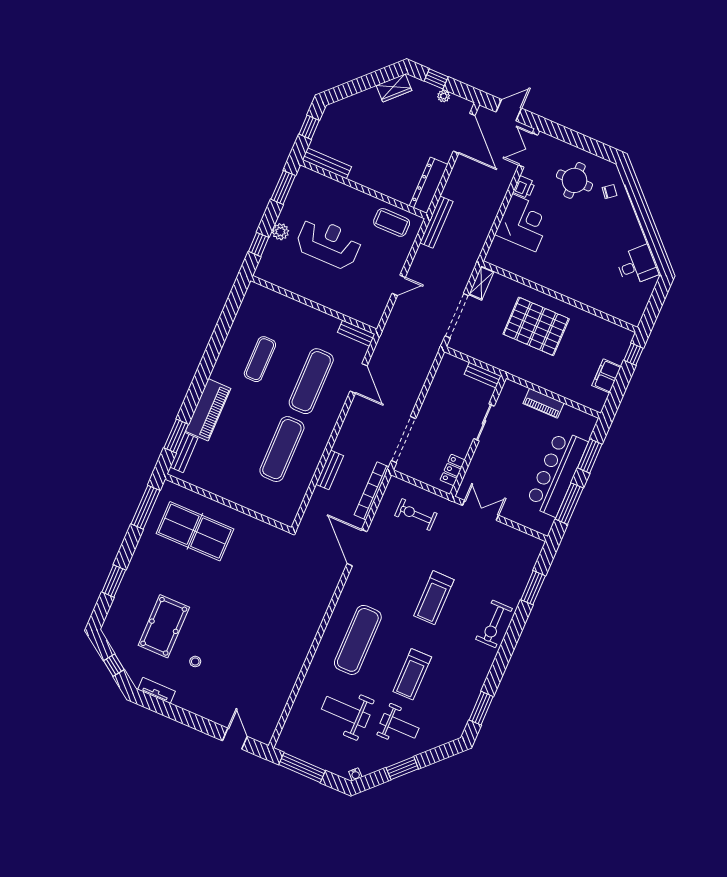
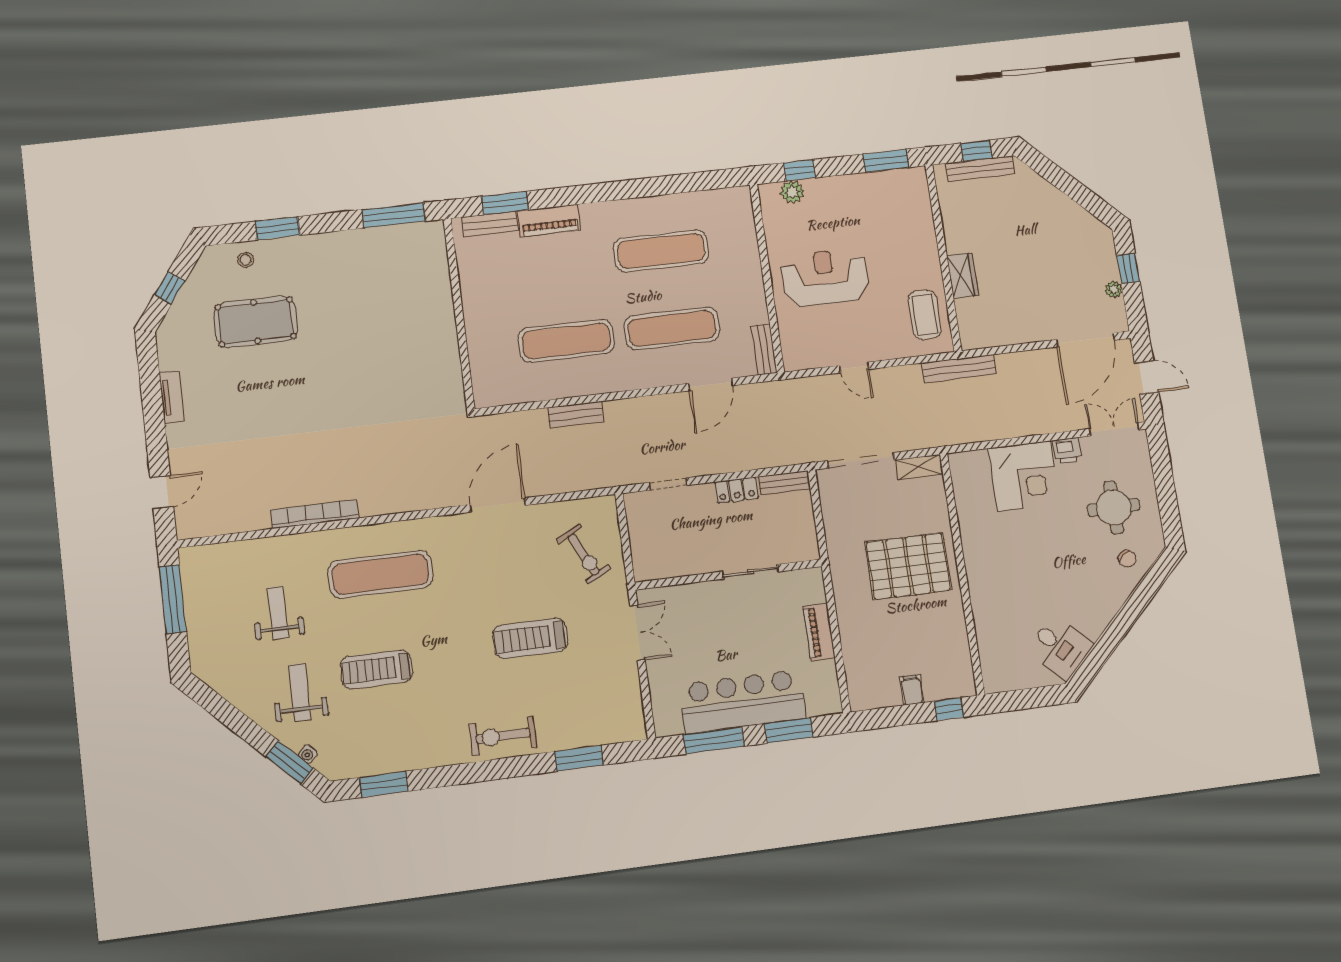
wardrobe: (394, 88) -> (962, 276), moved, turned -135
bench: (327, 163) -> (980, 169), moved, turned 90
dresser: (429, 185) -> (997, 333), removed
plant: (280, 232) -> (792, 192), moved
reception desk: (329, 243) -> (825, 277), moved, turned -90
pallet: (536, 326) -> (908, 566), turned 90
exercise mat: (260, 359) -> (661, 251), width x1.36, depth x1.45
bench: (483, 375) -> (785, 483), moved, turned 90
filing cabinet: (606, 376) -> (912, 690), width x0.50
piano: (208, 410) -> (549, 220), width x0.73, depth x0.75
doorway: (404, 440) -> (668, 484), width x0.53
locker: (453, 470) -> (736, 490), moved, turned 180
bookcase: (372, 491) -> (315, 514), moved
exercise bike: (416, 515) -> (584, 554), turned 153
table tennis table: (195, 531) -> (399, 292), removed
treadmill: (434, 598) -> (530, 638), moved
stool: (195, 662) -> (246, 260), moved
tv unit: (156, 690) -> (172, 397), moved
weight bench: (346, 712) -> (278, 613), width x0.73, depth x0.75
weight bench: (400, 726) -> (300, 692), turned 180
window: (402, 768) -> (289, 762), moved
water cooler: (355, 774) -> (308, 754), moved

